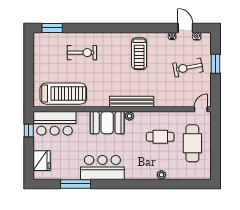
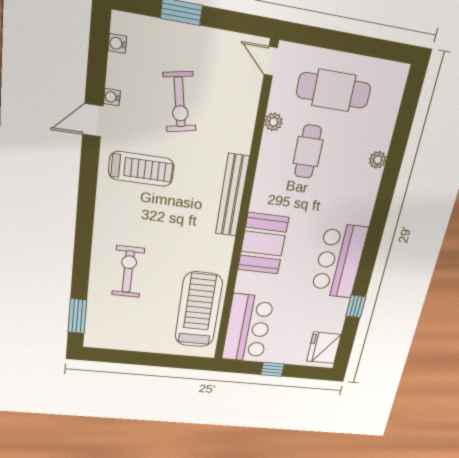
door: (185, 28) -> (93, 120), moved
exercise bike: (188, 67) -> (180, 102), moved
plant: (129, 116) -> (273, 122), moved
window: (29, 130) -> (272, 369), moved
fridge: (42, 161) -> (324, 348), moved, turned -90
window: (76, 184) -> (356, 306), width x0.46

